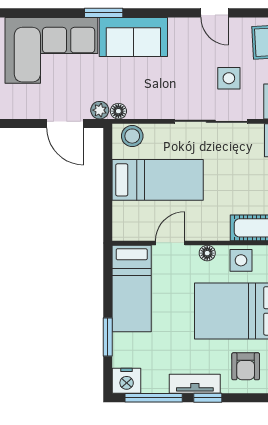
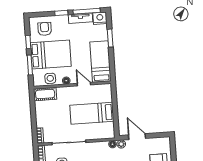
stool: (132, 136) -> (105, 133), removed
door: (170, 243) -> (84, 84), swing flipped
tv unit: (195, 384) -> (80, 18), moved

